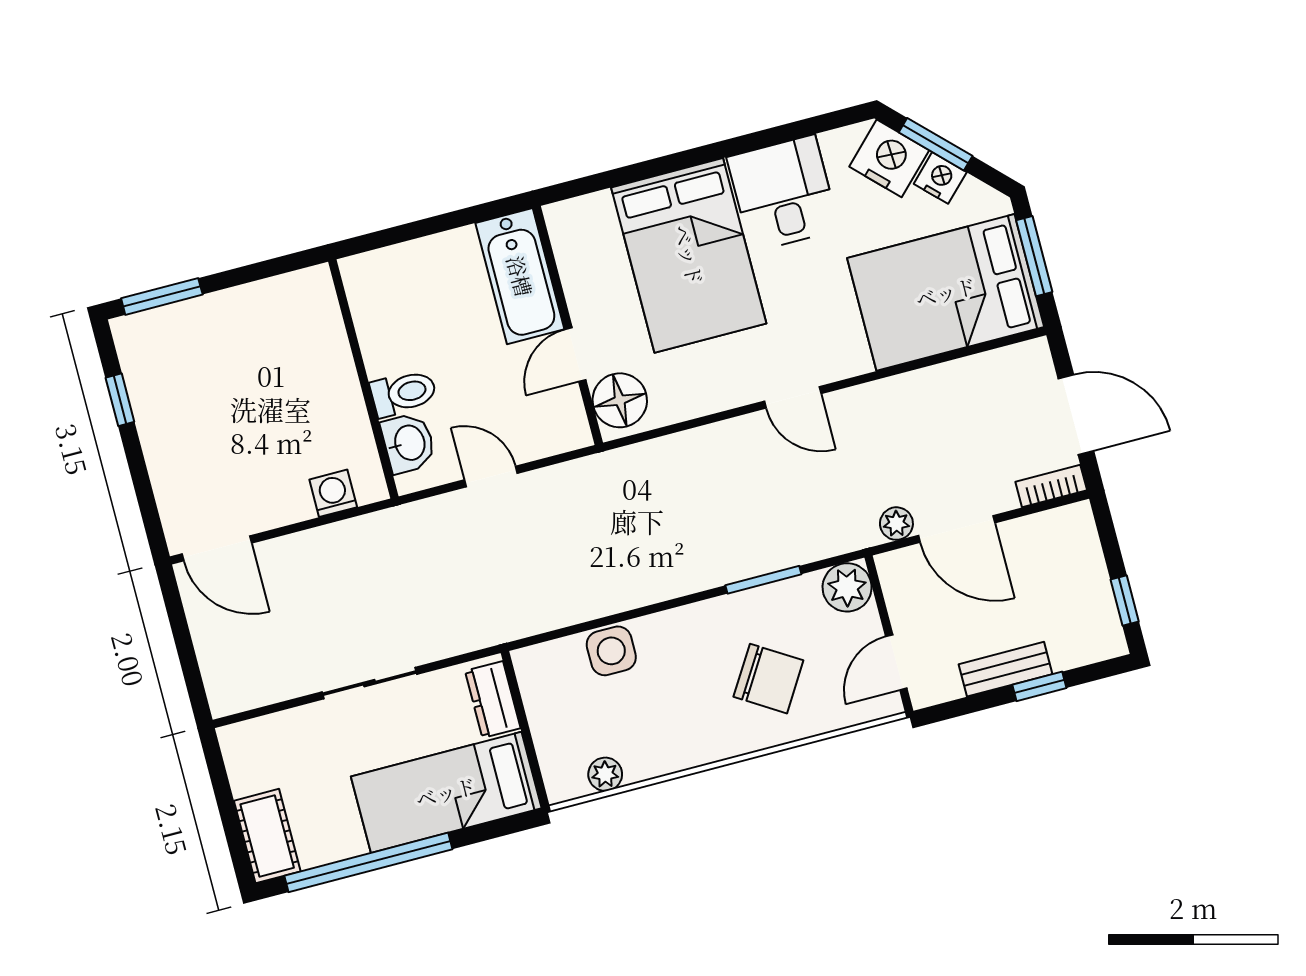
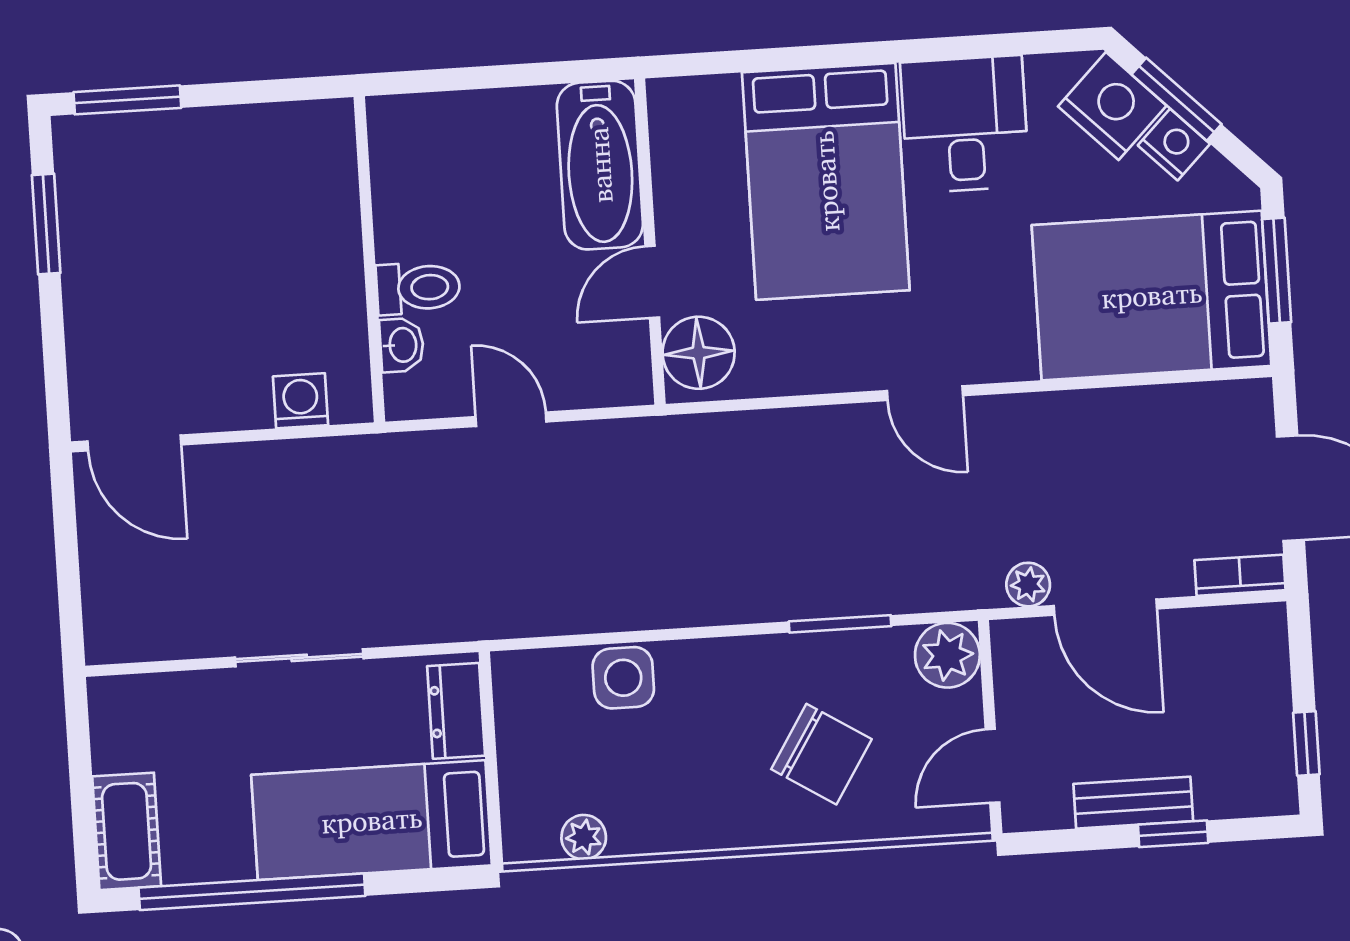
window: (120, 400) -> (46, 224), width x1.50
washbasin: (409, 443) -> (402, 345), width x0.72, depth x0.69

